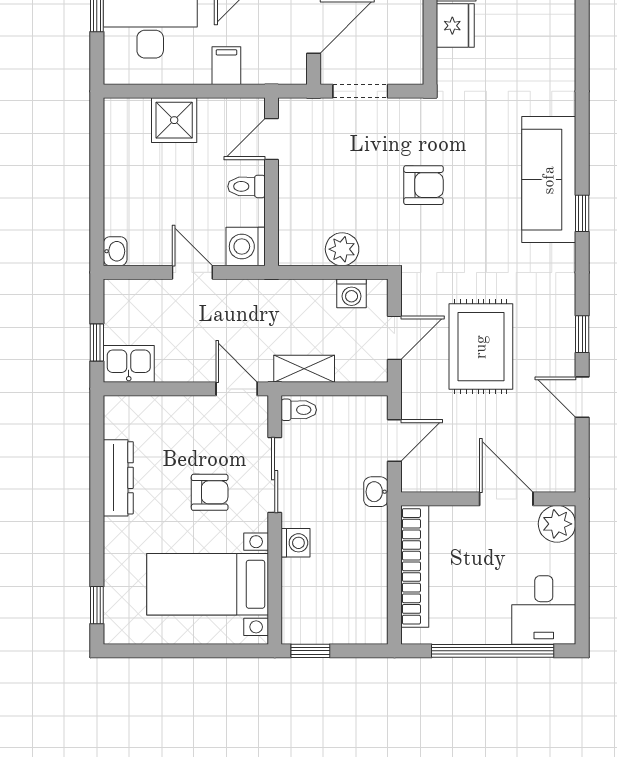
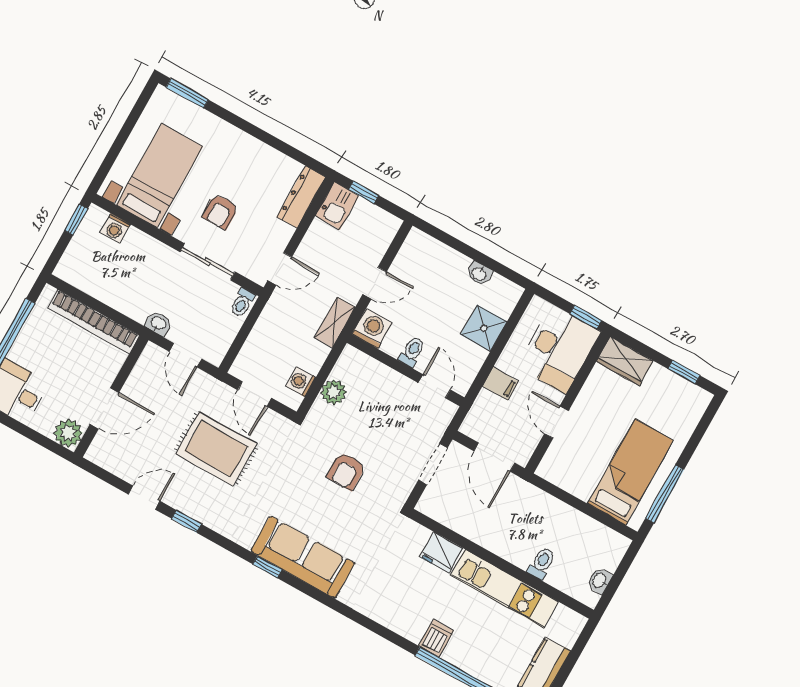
washbasin: (115, 251) -> (479, 274), moved
shelving: (304, 369) -> (335, 322), moved
dresser: (118, 478) -> (301, 197), moved, turned 90
washing machine: (296, 543) -> (115, 228), moved
window: (97, 605) -> (187, 93), width x1.50

